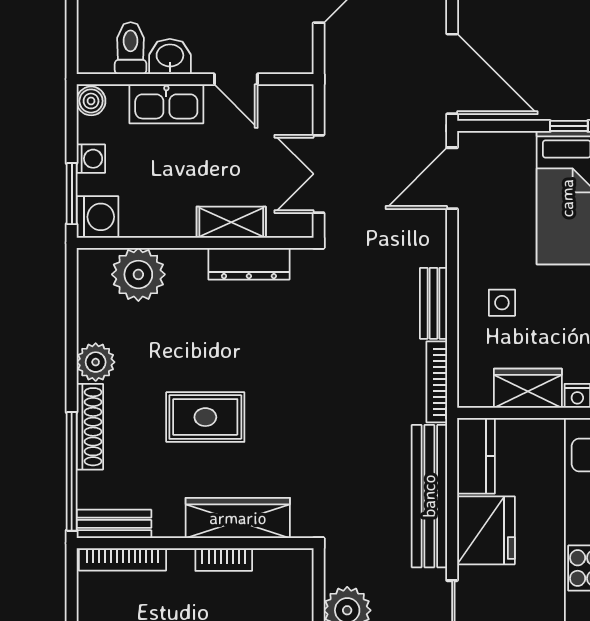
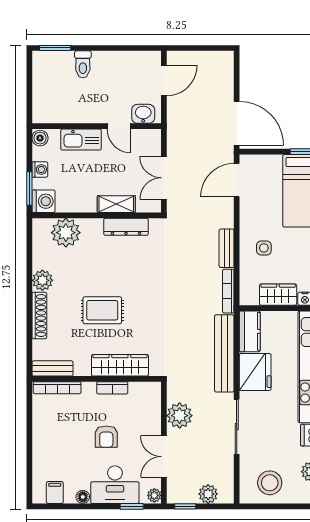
toilet: (131, 48) -> (62, 109), removed
washbasin: (170, 56) -> (143, 114), moved
window: (72, 471) -> (29, 340), removed

